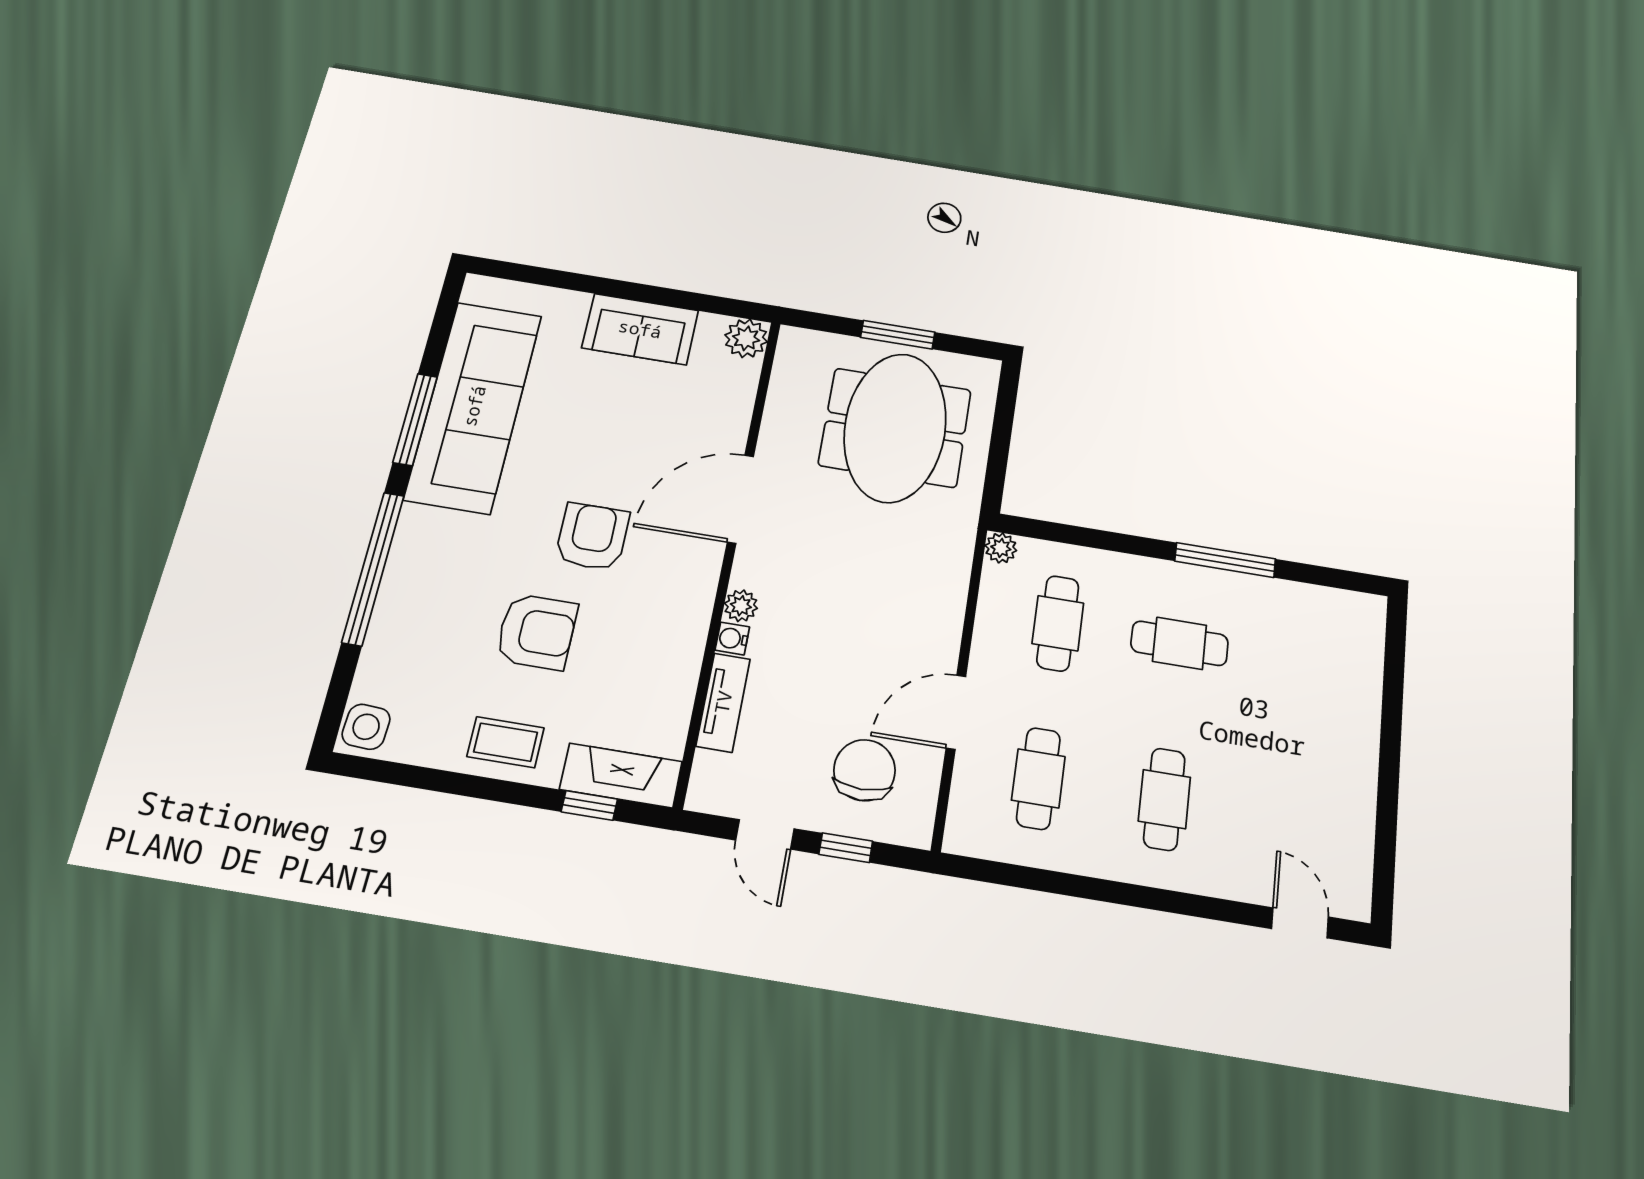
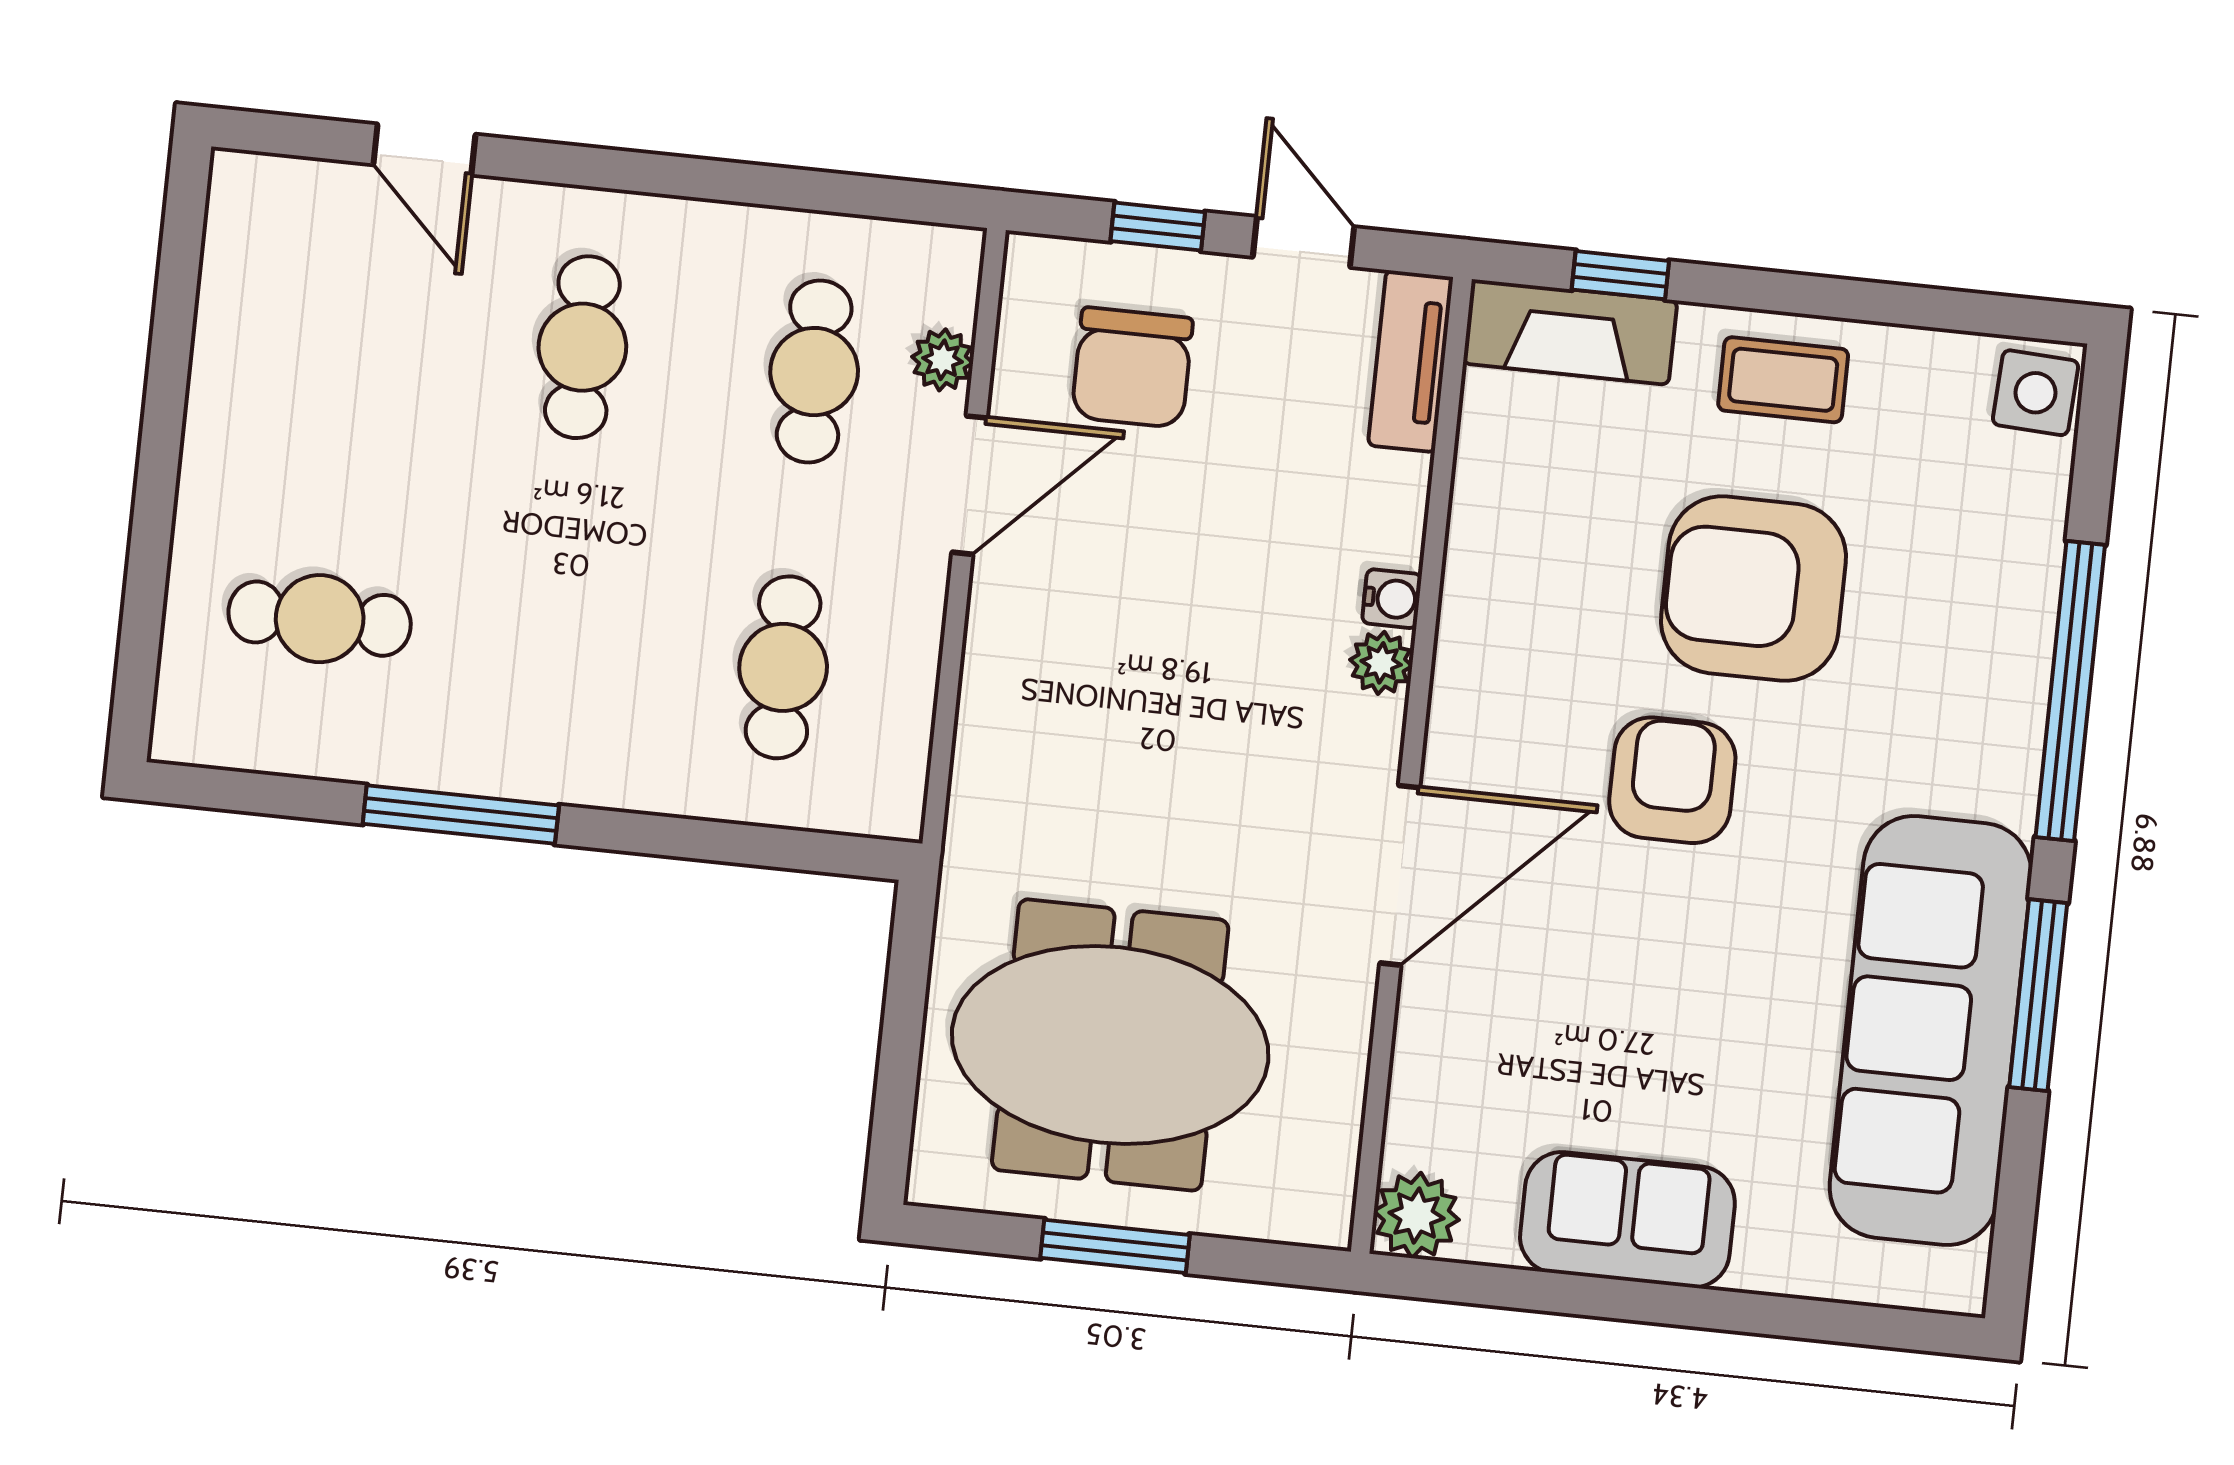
meeting table: (895, 427) -> (1110, 1045), turned 90
armchair: (592, 537) -> (1672, 780), turned 180
plant: (1001, 548) -> (942, 360), moved
armchair: (537, 632) -> (1753, 589), width x1.36, depth x1.36
cafe table: (1180, 643) -> (320, 619), moved
tv unit: (723, 702) -> (1411, 361), moved
door: (1300, 923) -> (424, 150), moved

